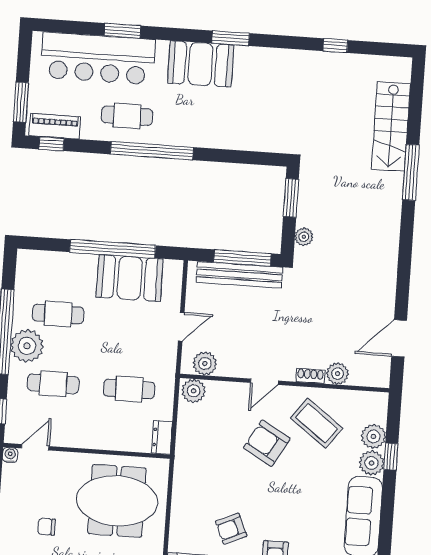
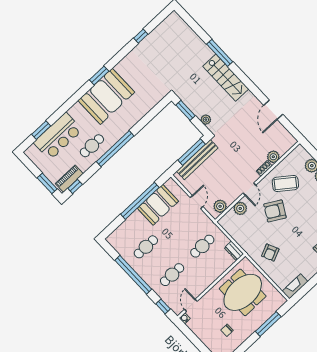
window: (122, 31) -> (41, 130), moved
bar counter: (98, 58) -> (58, 136), width x0.73
booth: (201, 64) -> (106, 96), width x1.36, depth x1.42
stairs: (391, 126) -> (226, 78), moved
door: (399, 338) -> (273, 110), moved
plant: (27, 346) -> (147, 271), removed
plant: (194, 391) -> (240, 208), moved
armchair: (231, 529) -> (270, 253), moved

